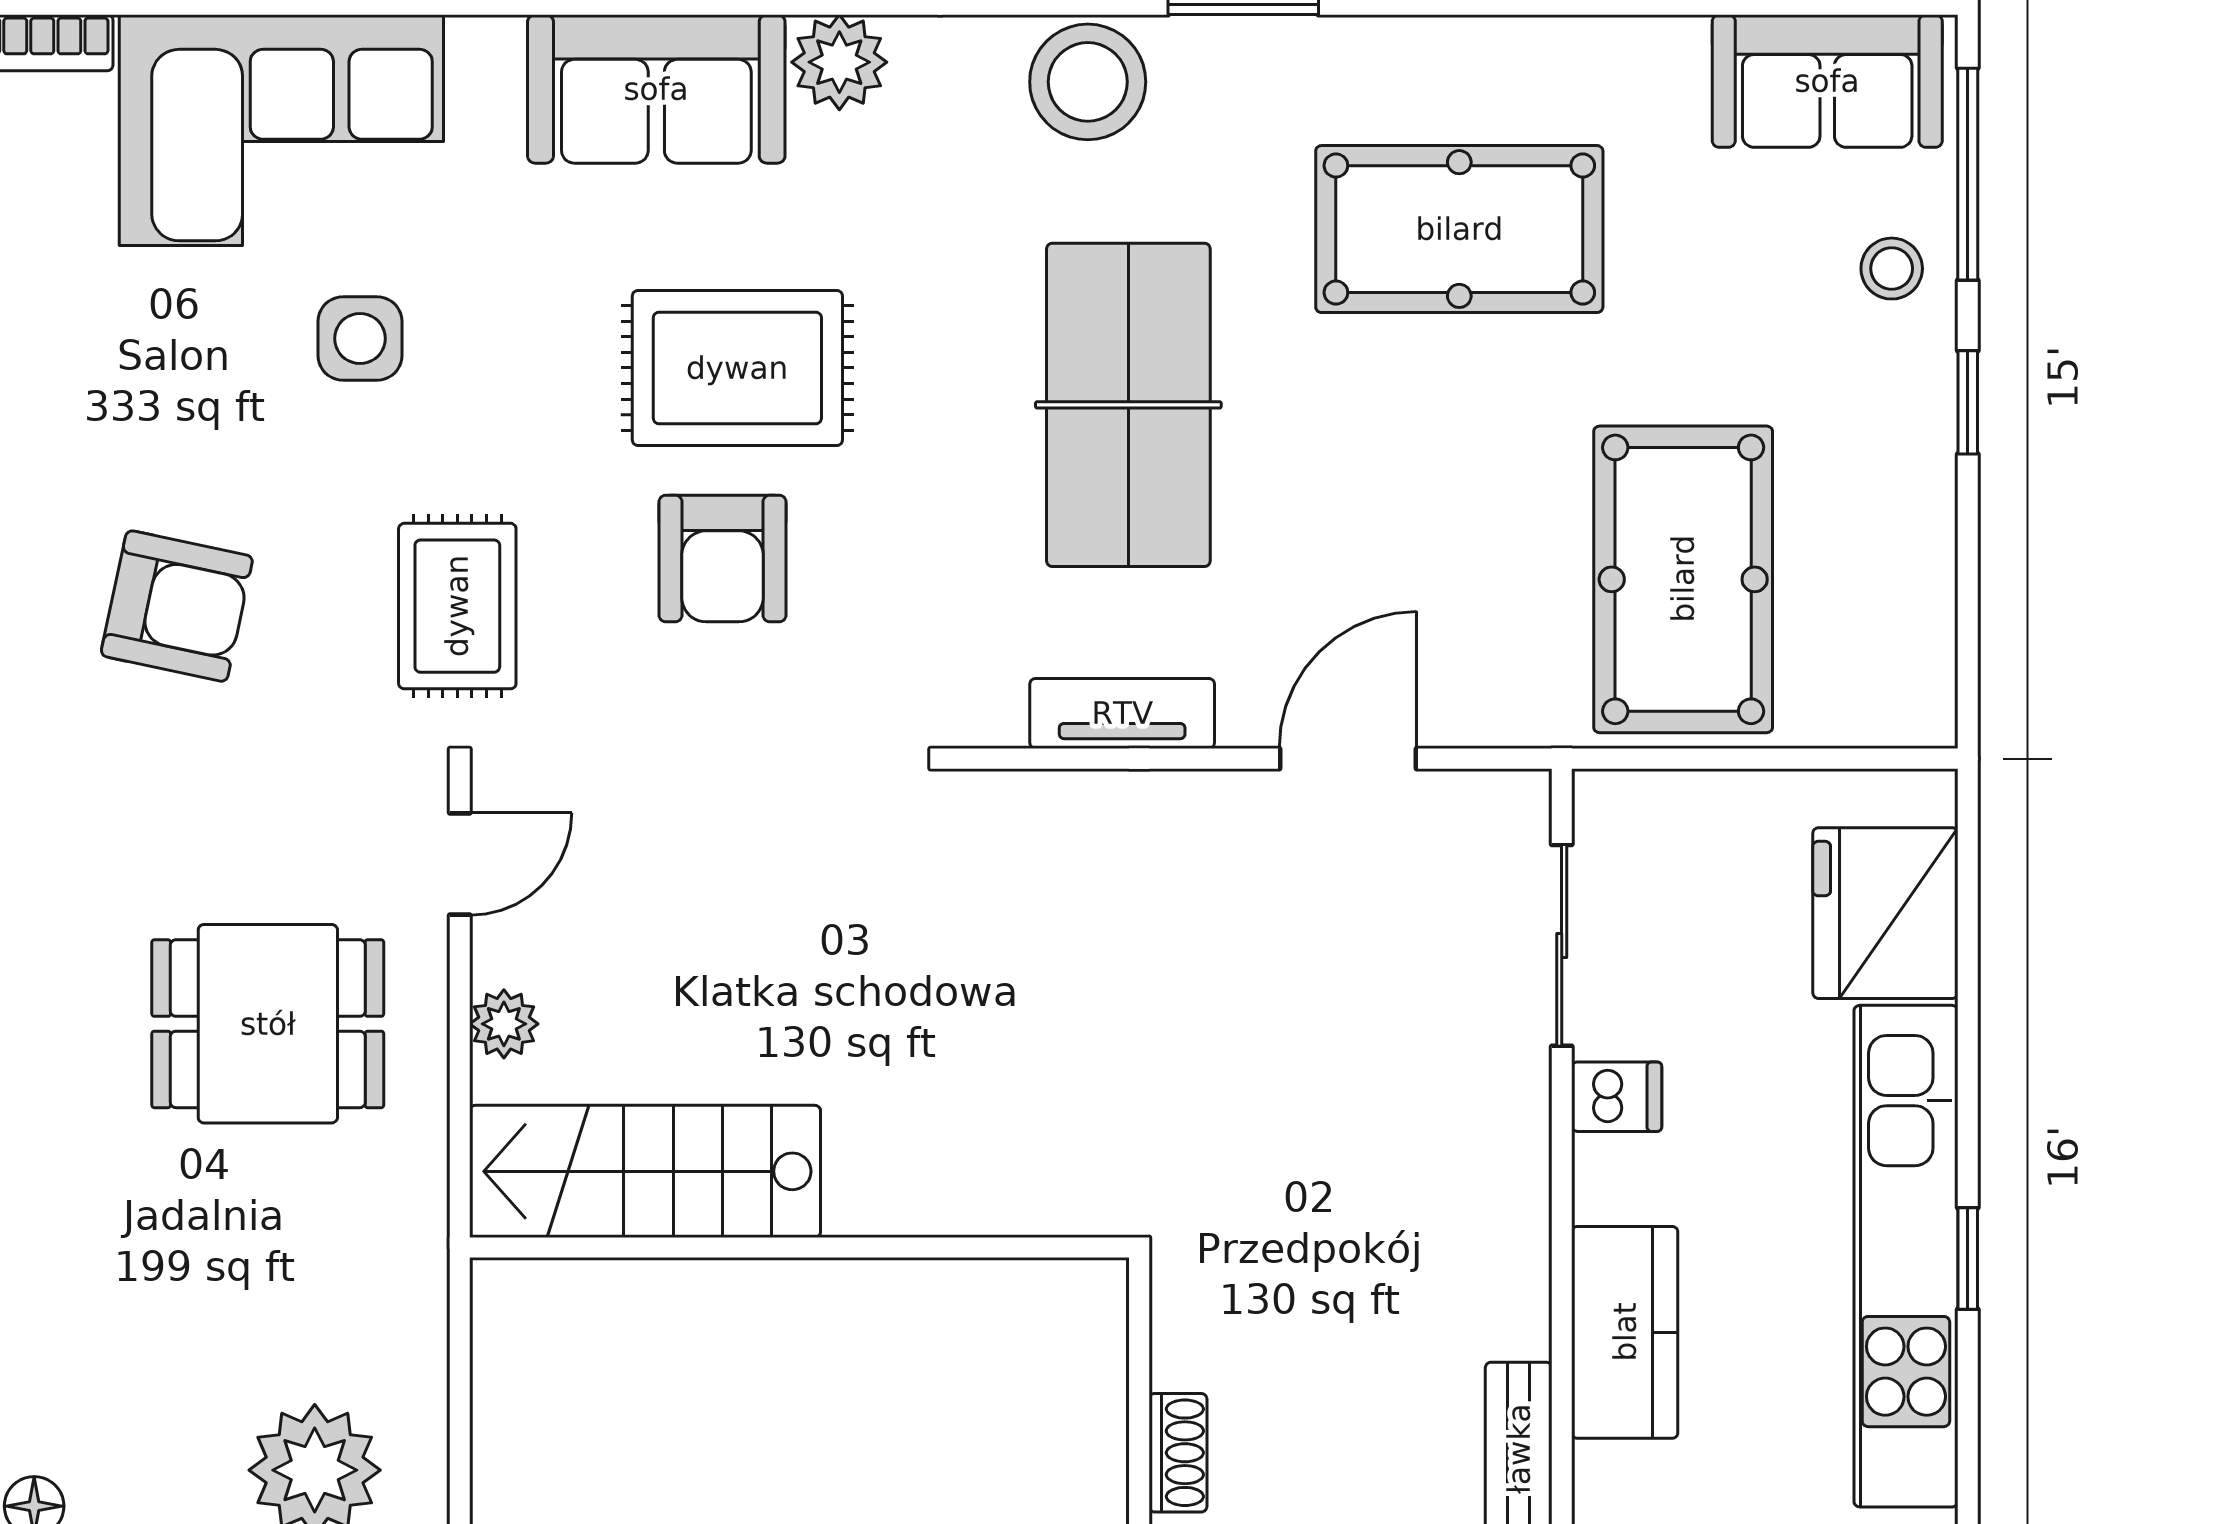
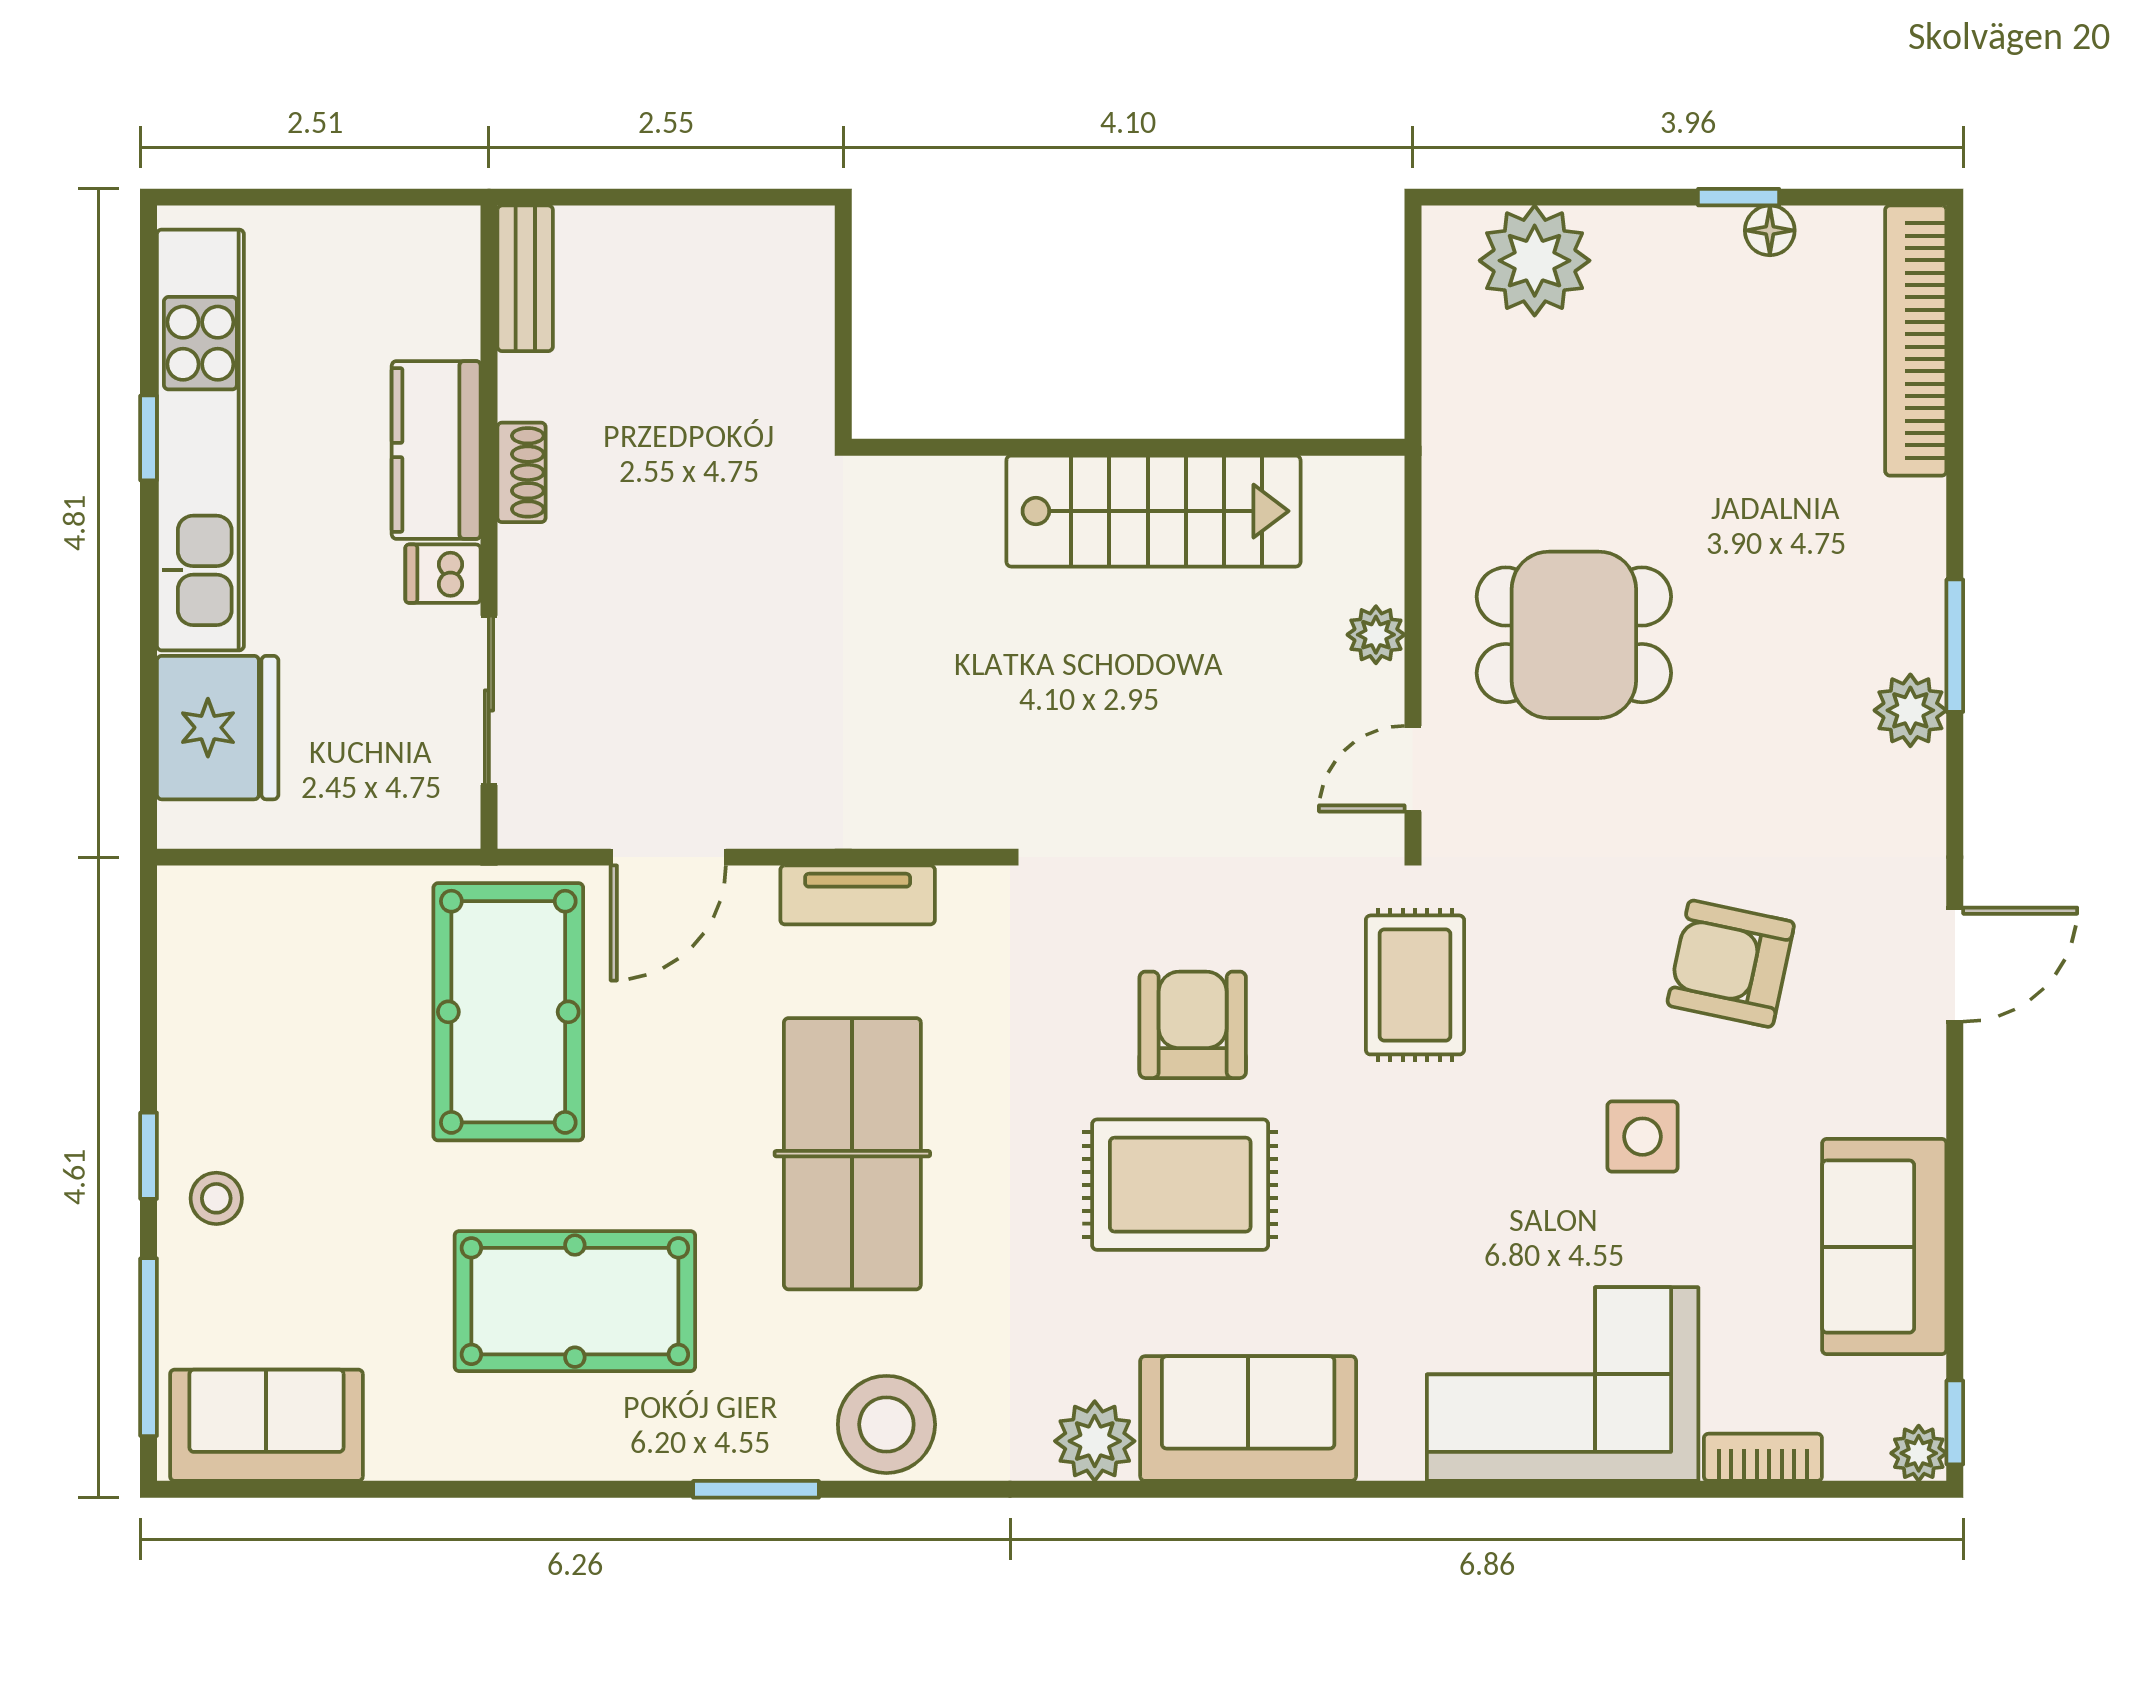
stool: (1892, 269) -> (216, 1198), moved
side table: (360, 339) -> (1643, 1137), moved
pool table: (1683, 579) -> (508, 1012), moved
armchair: (177, 606) -> (1731, 964), moved
stairs: (645, 1171) -> (1153, 511), moved
kitchen counter: (1625, 1332) -> (436, 450), moved
shoe rack: (1178, 1453) -> (522, 472), moved, turned 180

